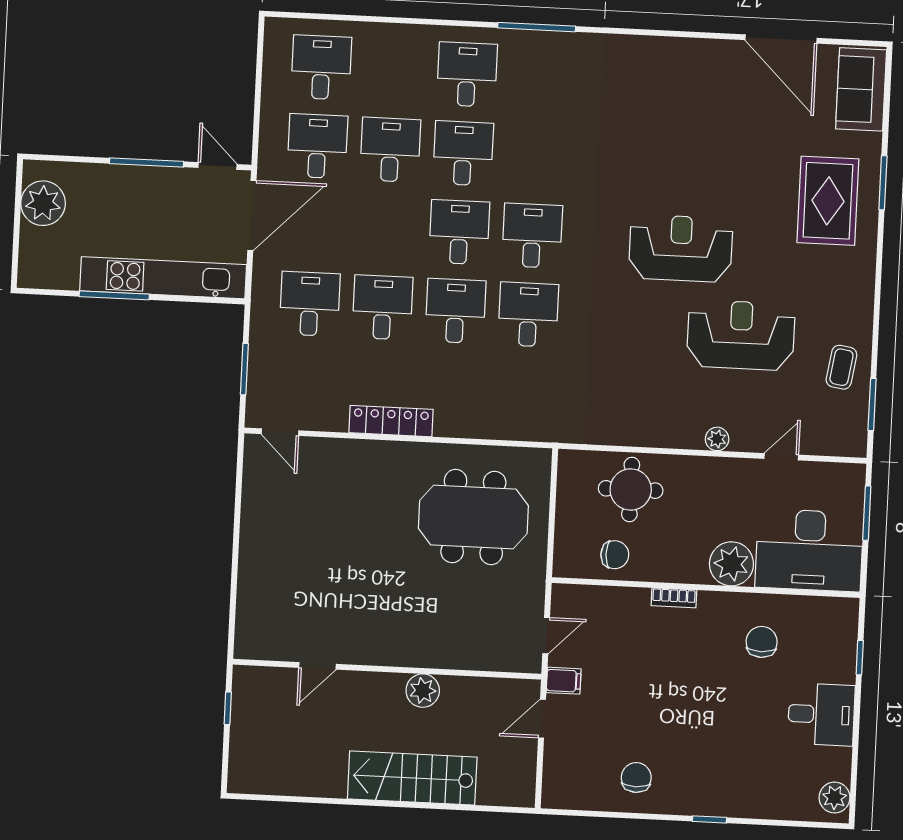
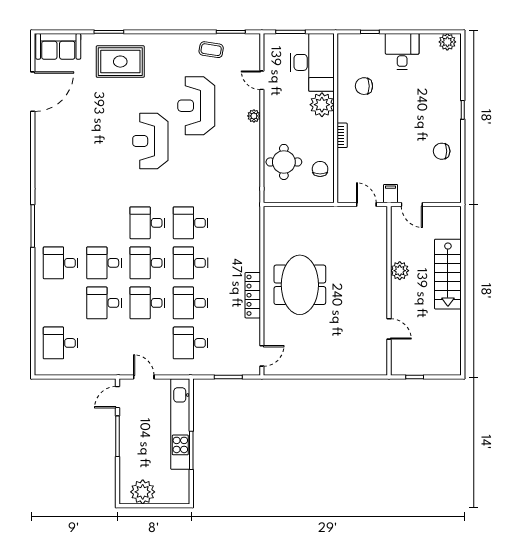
desk: (317, 146) -> (147, 303), moved
door: (252, 215) -> (144, 377), width x0.53
meeting table: (473, 517) -> (300, 285), moved

